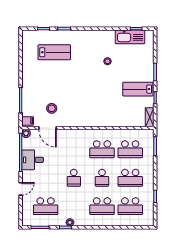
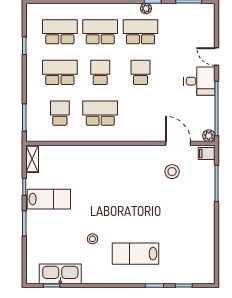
lab bench: (54, 52) -> (136, 254), moved
school desk: (130, 149) -> (60, 113), width x0.54
desk: (33, 160) -> (199, 81), moved
door: (21, 189) -> (216, 57), hinge flipped
school desk: (46, 206) -> (141, 32), moved

